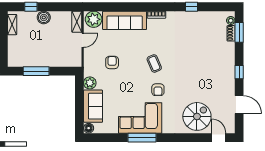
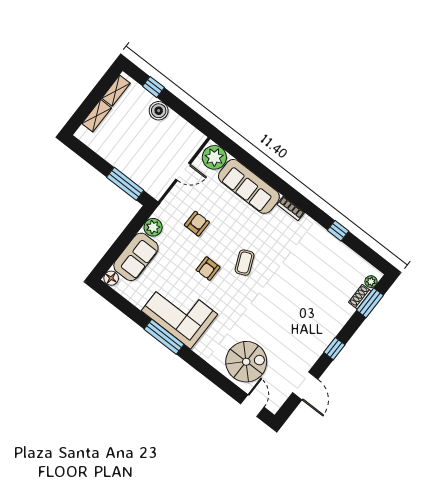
shelving: (77, 22) -> (97, 116), moved
window: (36, 71) -> (125, 184), moved
armchair: (158, 90) -> (208, 269), moved

